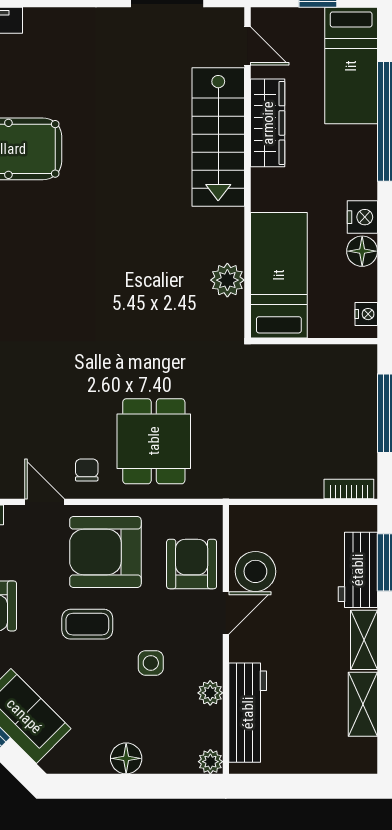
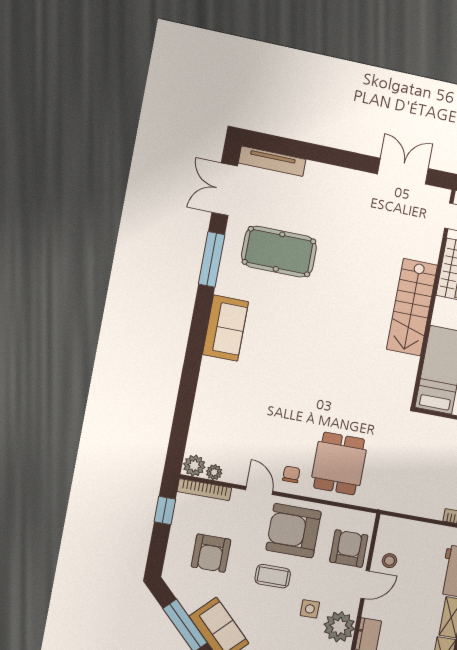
stairs: (218, 137) -> (412, 307), moved
plant: (227, 280) -> (407, 367), removed
stool: (255, 571) -> (389, 561), width x0.53, depth x0.53
plant: (210, 693) -> (339, 627), width x1.88, depth x1.88

